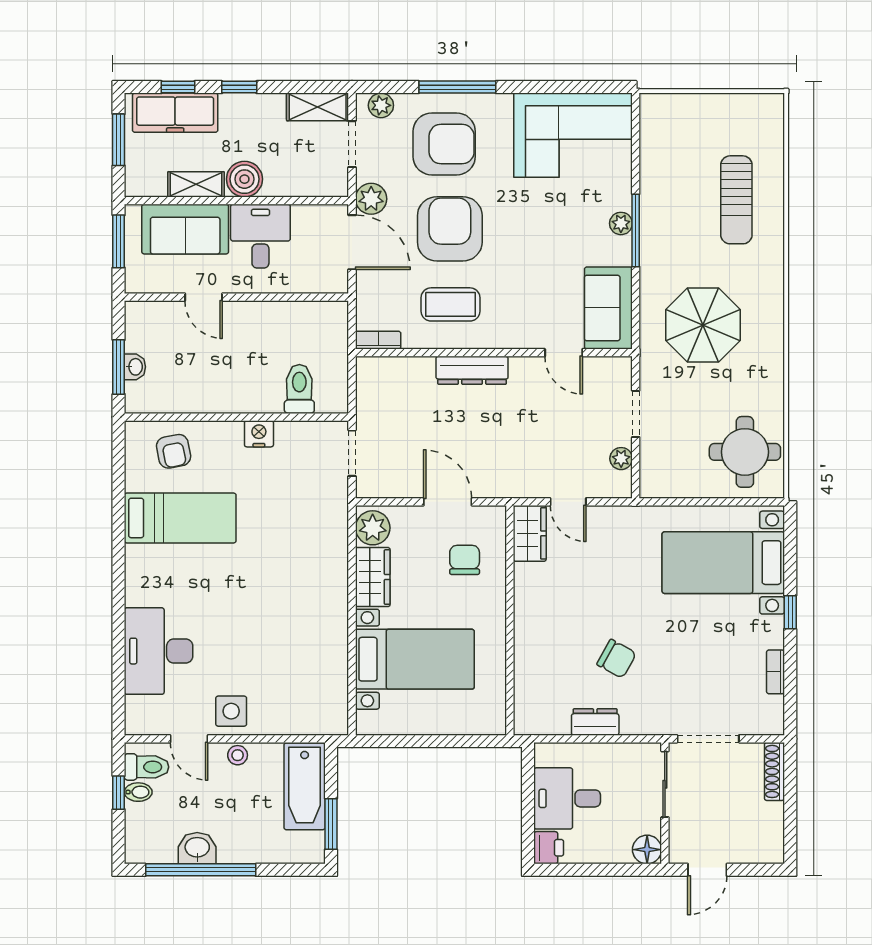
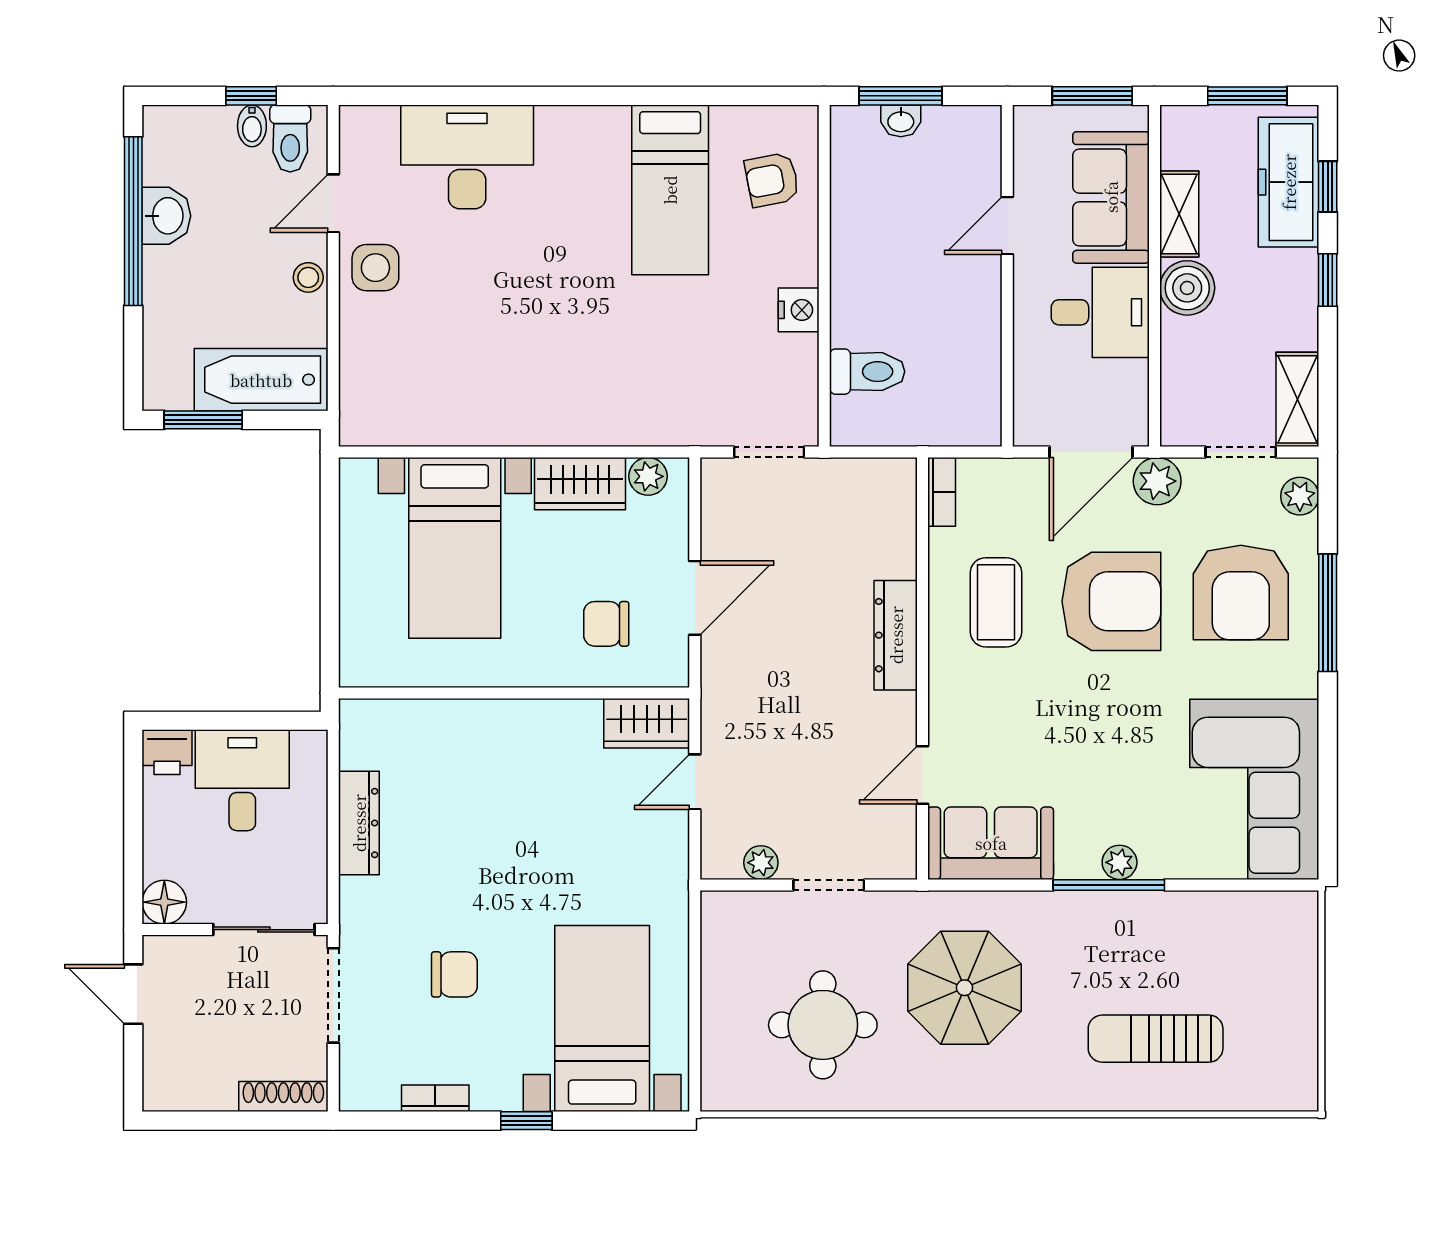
round table: (745, 452) -> (823, 1025), moved
plant: (373, 528) -> (648, 476), width x0.73, depth x0.73
chair: (465, 560) -> (606, 624), turned 180
chair: (617, 659) -> (454, 974), moved, turned -119
dresser: (595, 722) -> (359, 823), width x1.44

